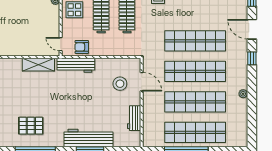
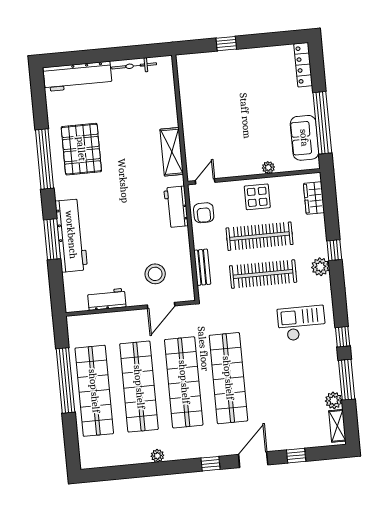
armchair: (82, 47) -> (204, 213), turned 180
bench: (118, 51) -> (202, 267), added
workbench: (76, 65) -> (176, 207), width x0.73
pallet: (31, 126) -> (81, 149), width x1.37, depth x1.41

